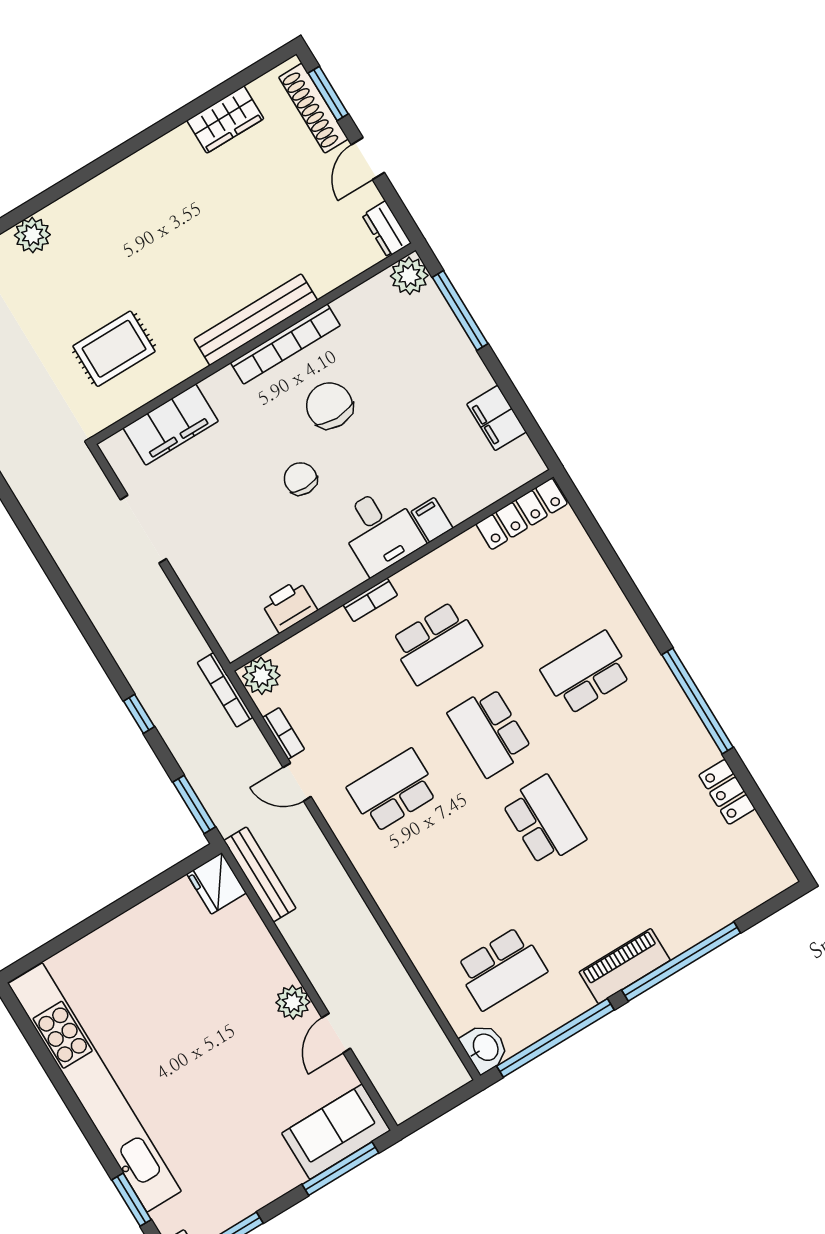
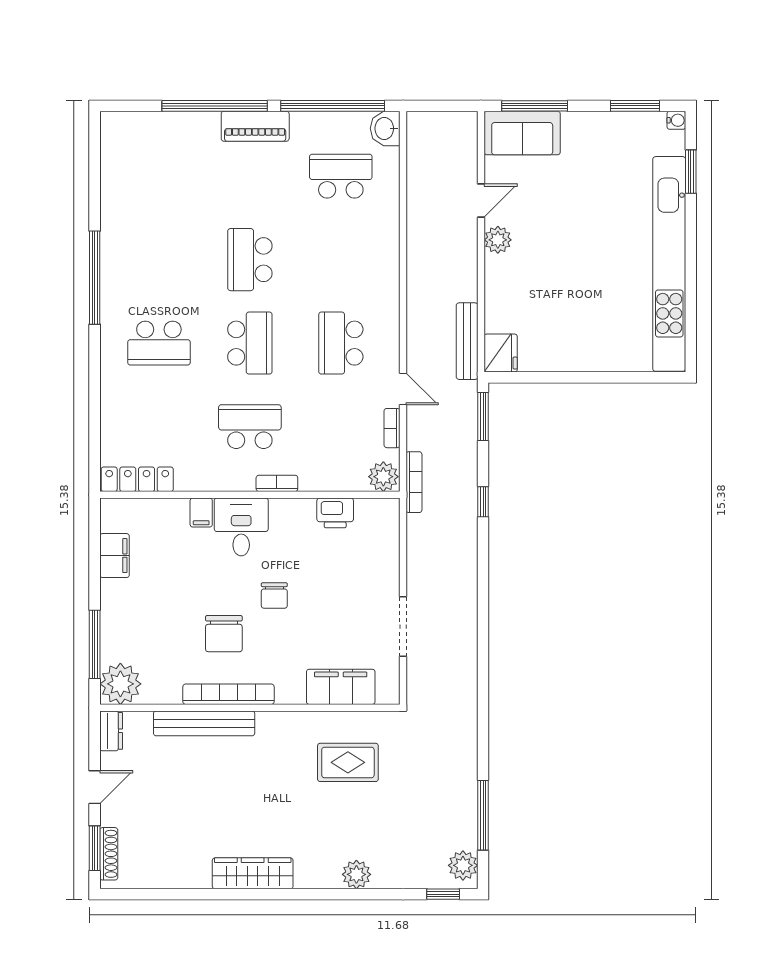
shoe rack: (313, 108) -> (109, 854), width x0.74, depth x0.81
wardrobe: (225, 119) -> (253, 873), moved, width x1.50
plant: (409, 276) -> (120, 684), width x1.36, depth x1.36
bench: (256, 320) -> (204, 723), moved
school desk: (393, 791) -> (341, 343), turned 90
locker: (727, 792) -> (112, 203), removed

